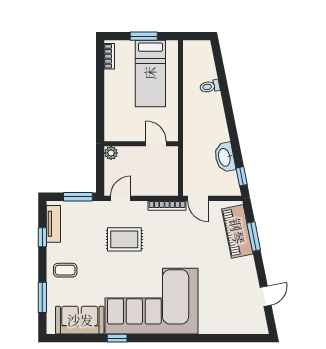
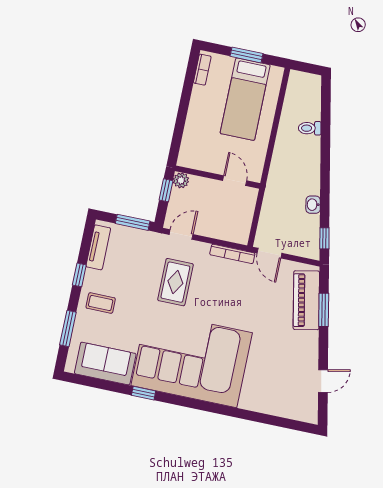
washbasin: (225, 157) -> (313, 205), width x0.52, depth x0.69
window: (100, 164) -> (166, 190), added
window: (42, 237) -> (79, 275), moved
rug: (124, 239) -> (175, 282), turned 90

